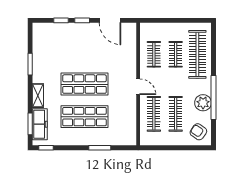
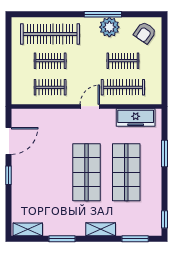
window: (61, 20) -> (8, 201), removed
shelving: (38, 36) -> (28, 229), added
window: (214, 97) -> (103, 14), width x0.68
clothes rail: (176, 114) -> (123, 61), width x0.73
freezer: (40, 124) -> (136, 118), moved, turned 180

